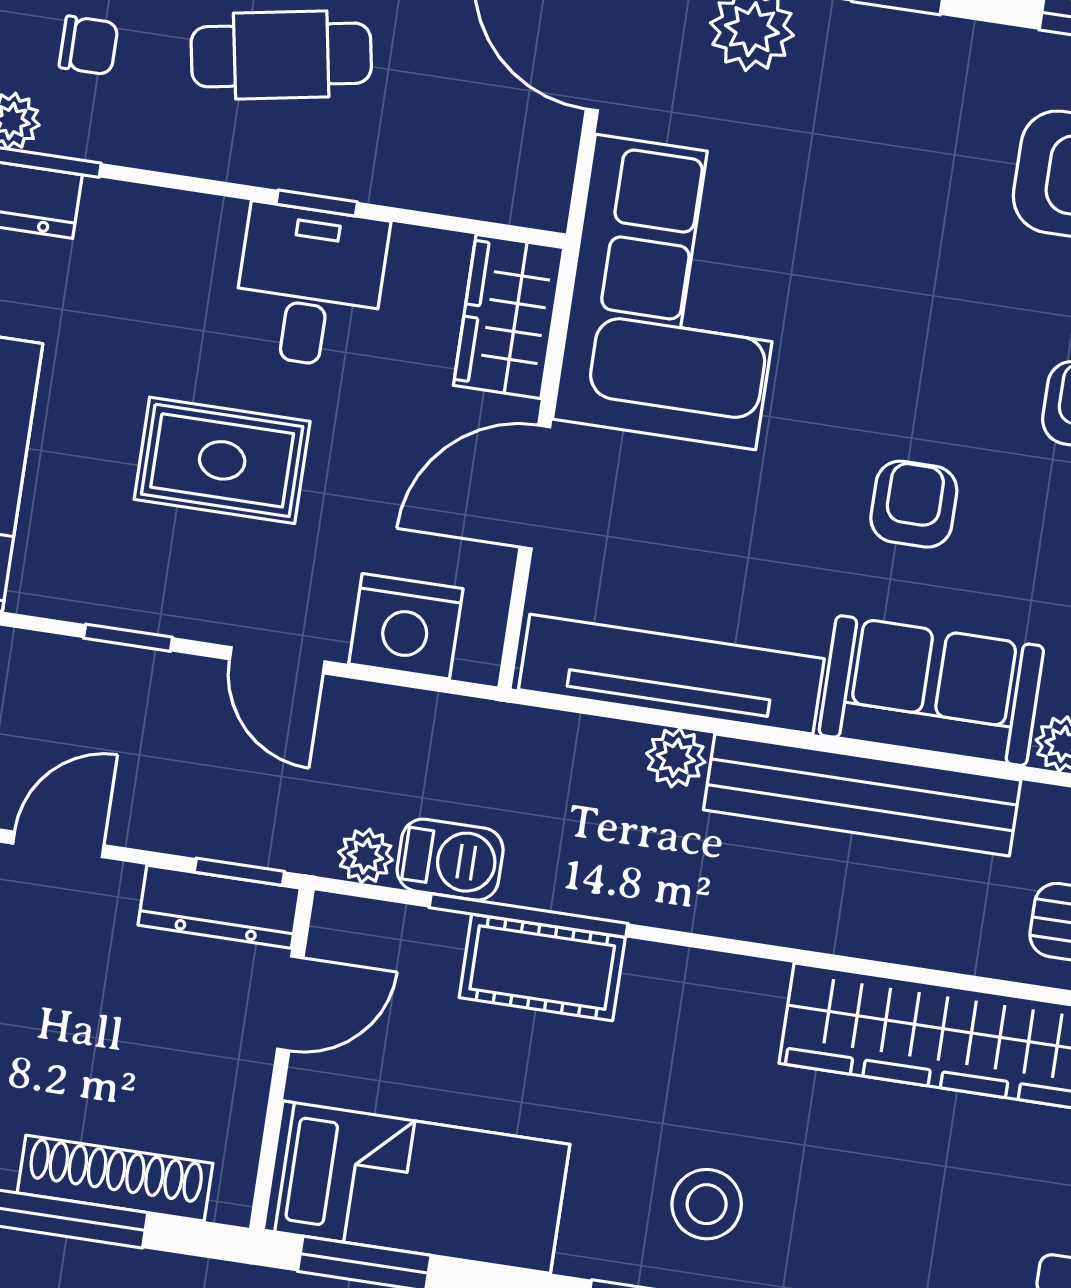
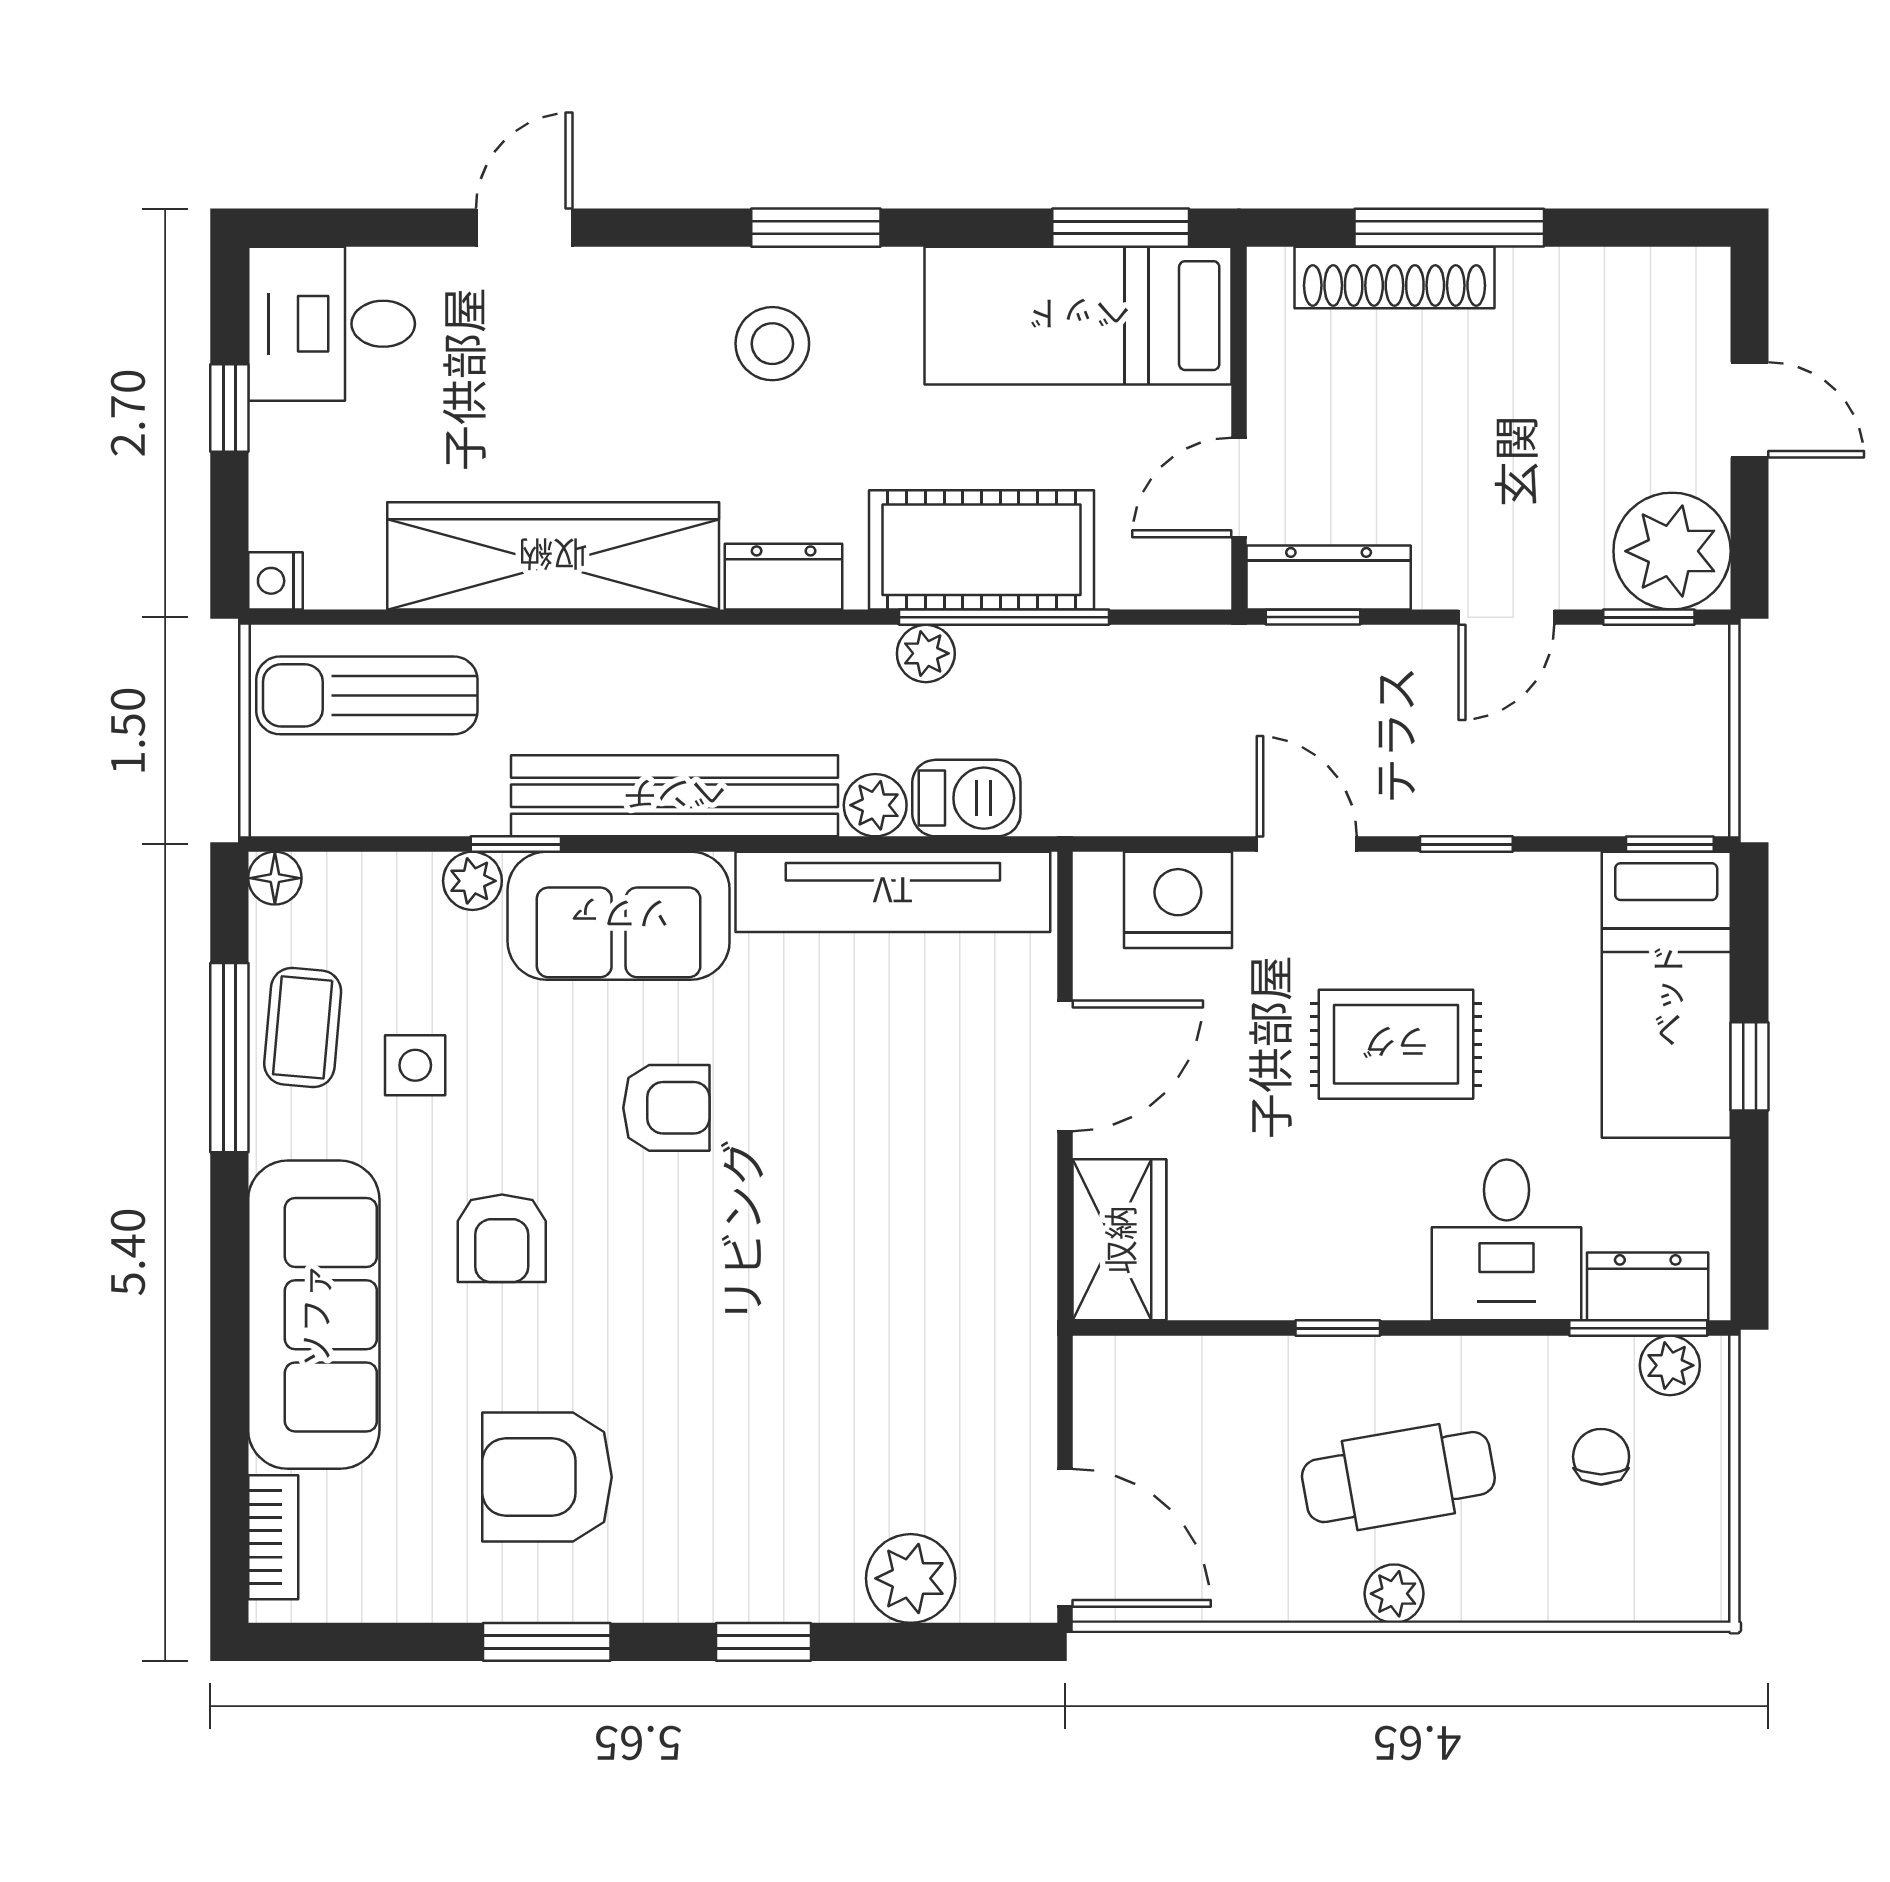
chair: (89, 45) -> (1601, 1457), turned 90
desk: (310, 286) -> (1507, 1240), moved
corner sofa: (676, 292) -> (949, 1292), removed
armchair: (914, 504) -> (666, 1108), turned -90
window: (1017, 772) -> (516, 844), added
plant: (366, 856) -> (926, 653), moved
barbecue: (450, 860) -> (966, 798), moved, turned 180
cot: (542, 967) -> (982, 550), width x1.37, depth x1.34
dresser: (729, 985) -> (784, 577), added

